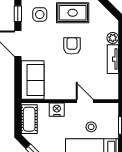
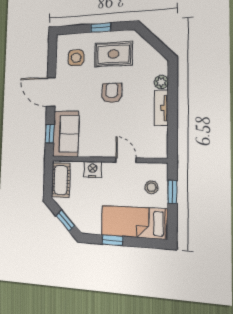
window: (18, 14) -> (50, 134), moved
stool: (91, 127) -> (152, 187), moved

